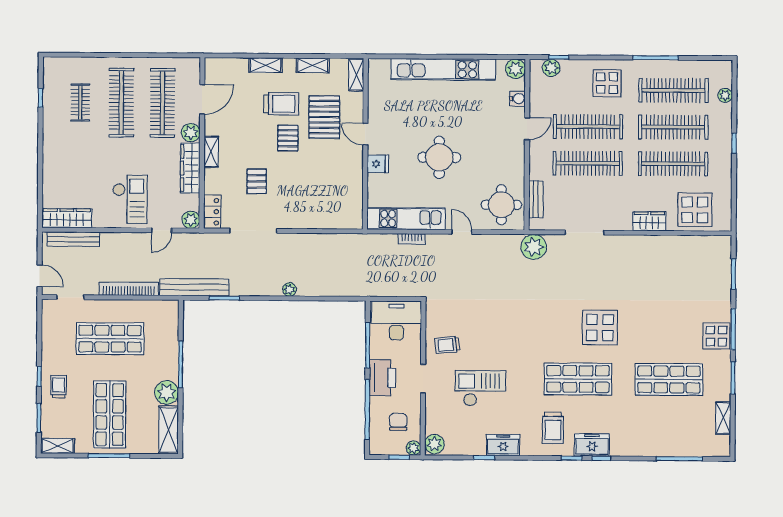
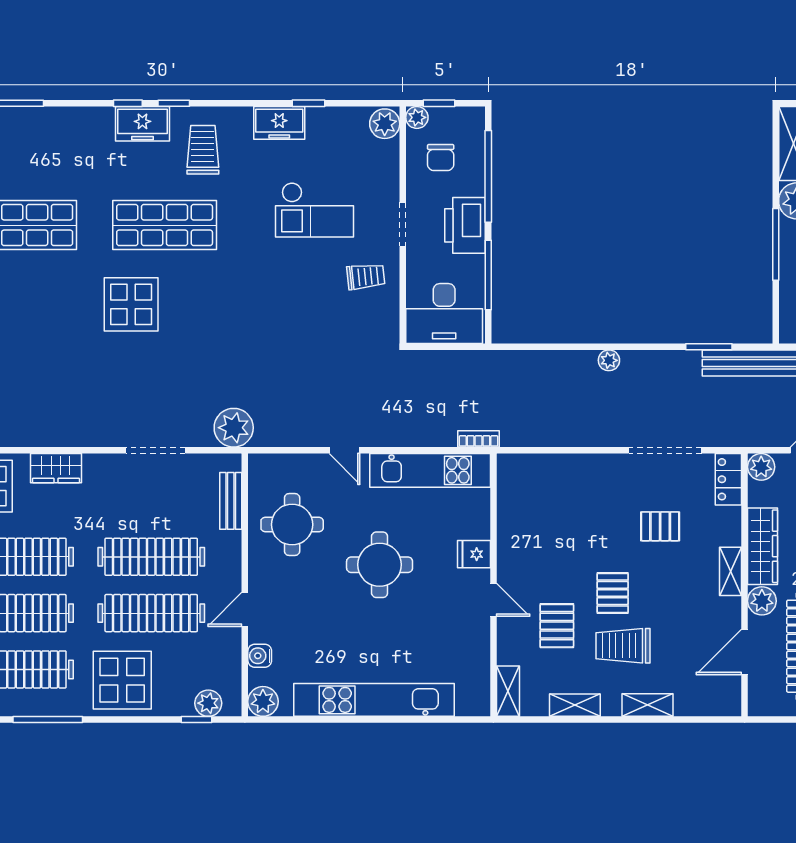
display table: (607, 83) -> (122, 680), width x1.36, depth x1.36
pallet: (324, 117) -> (557, 626), width x0.67, depth x0.71
pallet: (257, 181) -> (660, 526), turned 90
round table: (501, 205) -> (292, 525), moved
bookcase: (412, 239) -> (479, 439), moved

